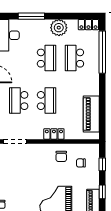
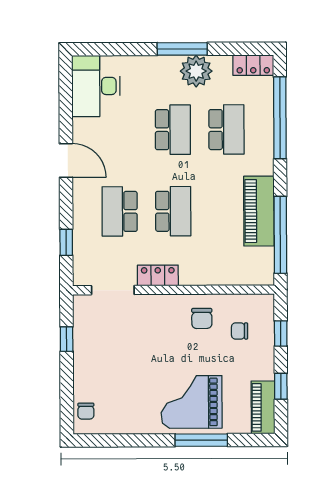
window: (31, 16) -> (182, 49), moved
school desk: (74, 58) -> (226, 129), turned 180
window: (102, 113) -> (280, 235), added
piano: (91, 114) -> (259, 211), moved
locker: (54, 134) -> (158, 276), moved

